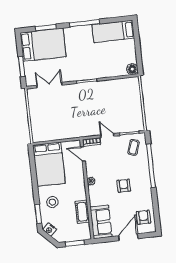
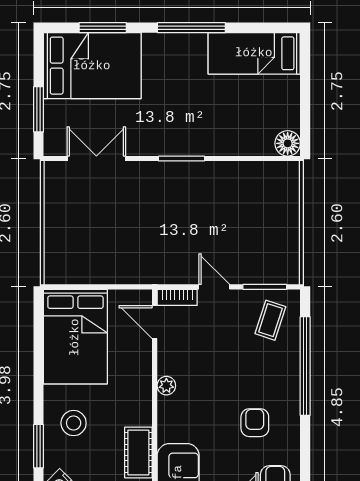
armchair: (124, 186) -> (255, 423), moved

